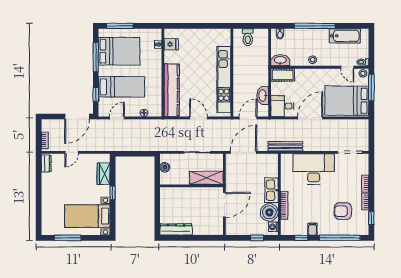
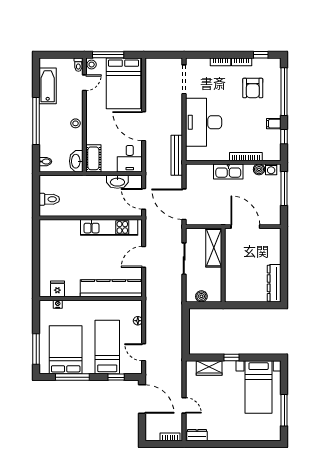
kitchen unit: (224, 80) -> (109, 227), width x0.73
boiler: (269, 212) -> (259, 169), width x0.54, depth x0.54
window: (257, 238) -> (284, 188), width x2.17

